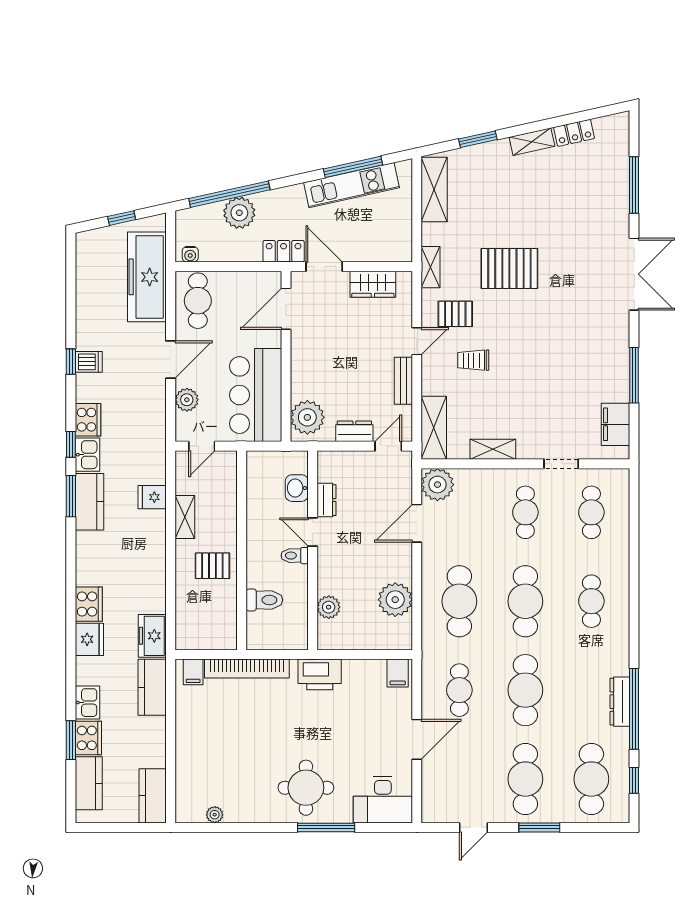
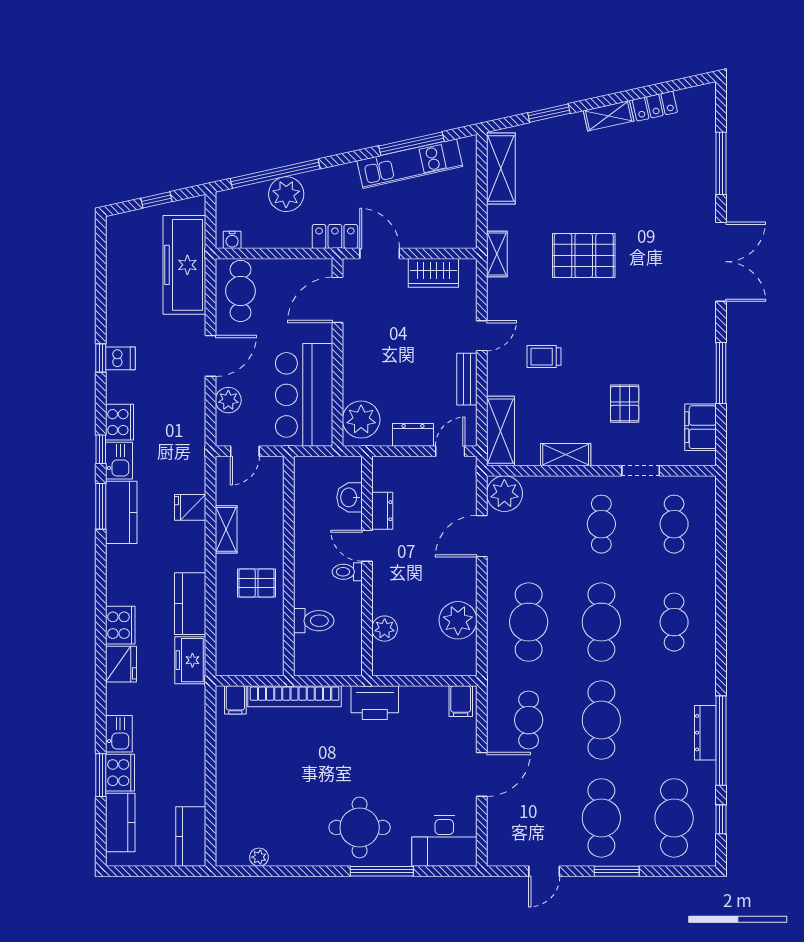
pallet: (455, 314) -> (625, 404), moved, turned 90
kitchen counter: (152, 687) -> (190, 604), moved

